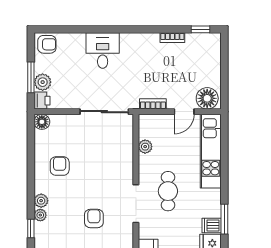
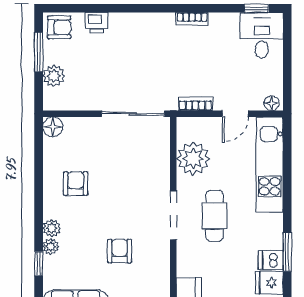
bookcase: (172, 38) -> (192, 19), moved
desk: (103, 51) -> (262, 35), moved
window: (31, 77) -> (39, 52), moved
floor lamp: (207, 98) -> (272, 103), width x0.53, depth x0.53
printer: (42, 101) -> (97, 23), moved, turned 90
plant: (145, 147) -> (193, 159), width x1.88, depth x1.88
doorway: (136, 204) -> (173, 215), moved

